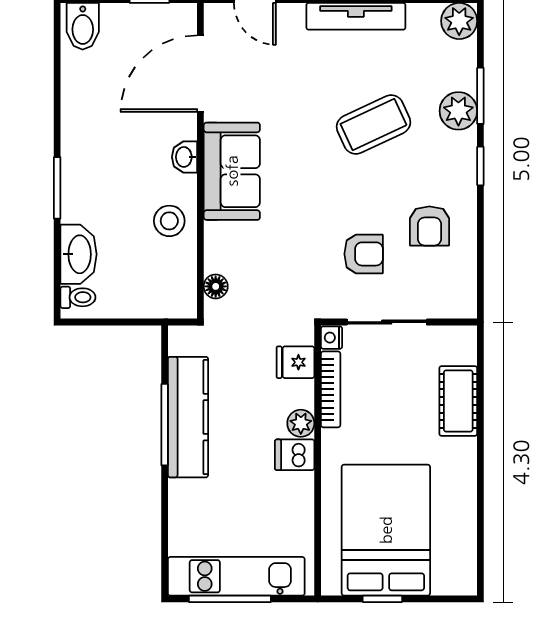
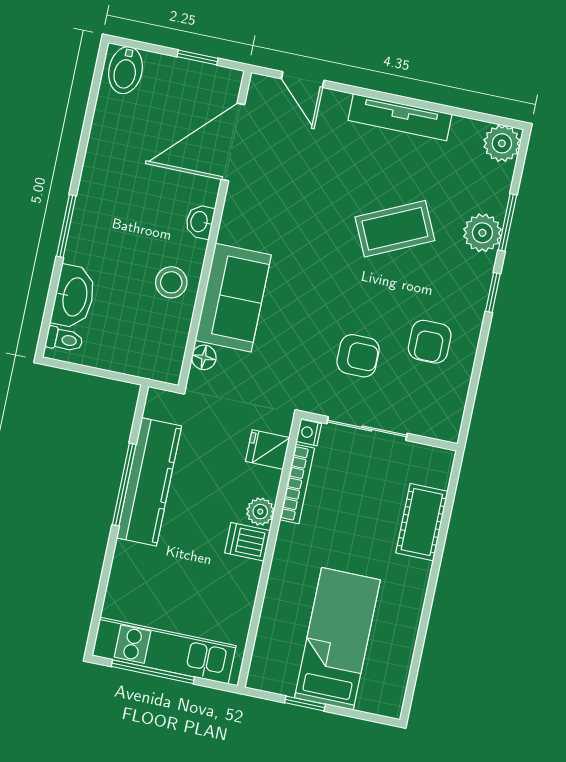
sofa: (232, 171) -> (233, 298), moved
bed: (386, 530) -> (337, 639), width x0.67

